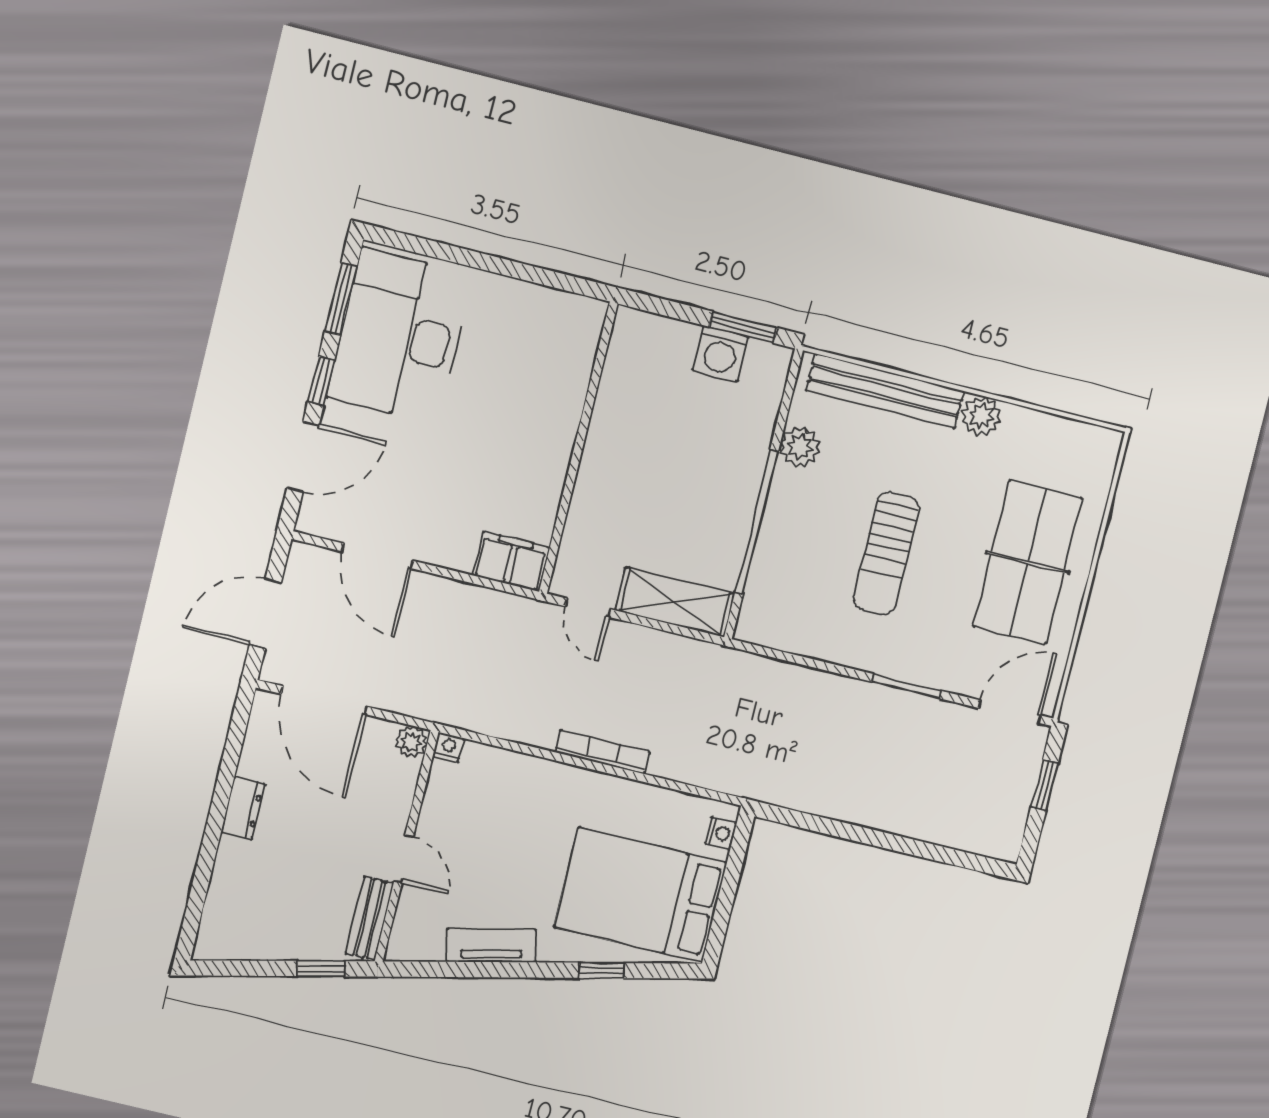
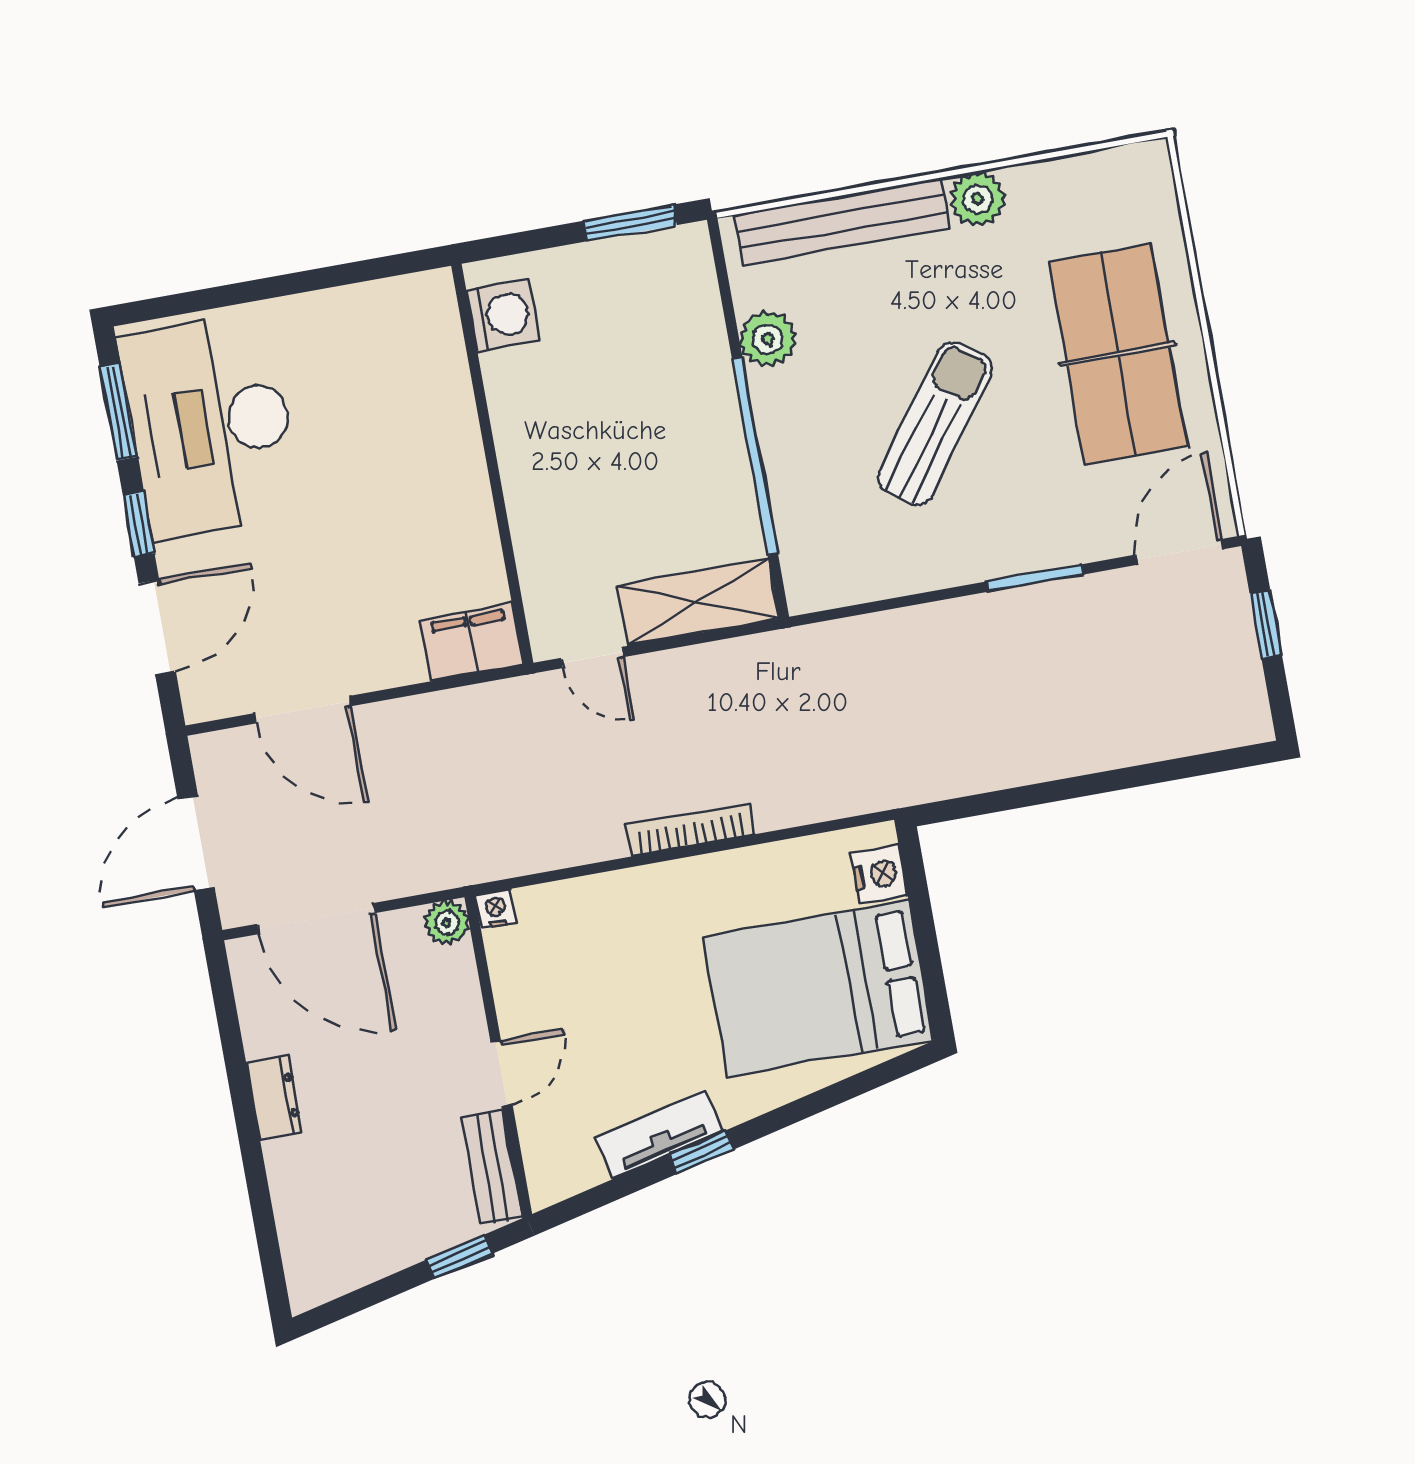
washing machine: (720, 354) -> (503, 315), moved, turned -90
sun lounger: (886, 553) -> (935, 423), turned -144
nightstand: (721, 833) -> (879, 874), width x1.39, depth x1.35
door: (404, 859) -> (501, 1073), hinge flipped
window: (601, 970) -> (701, 1152), moved

